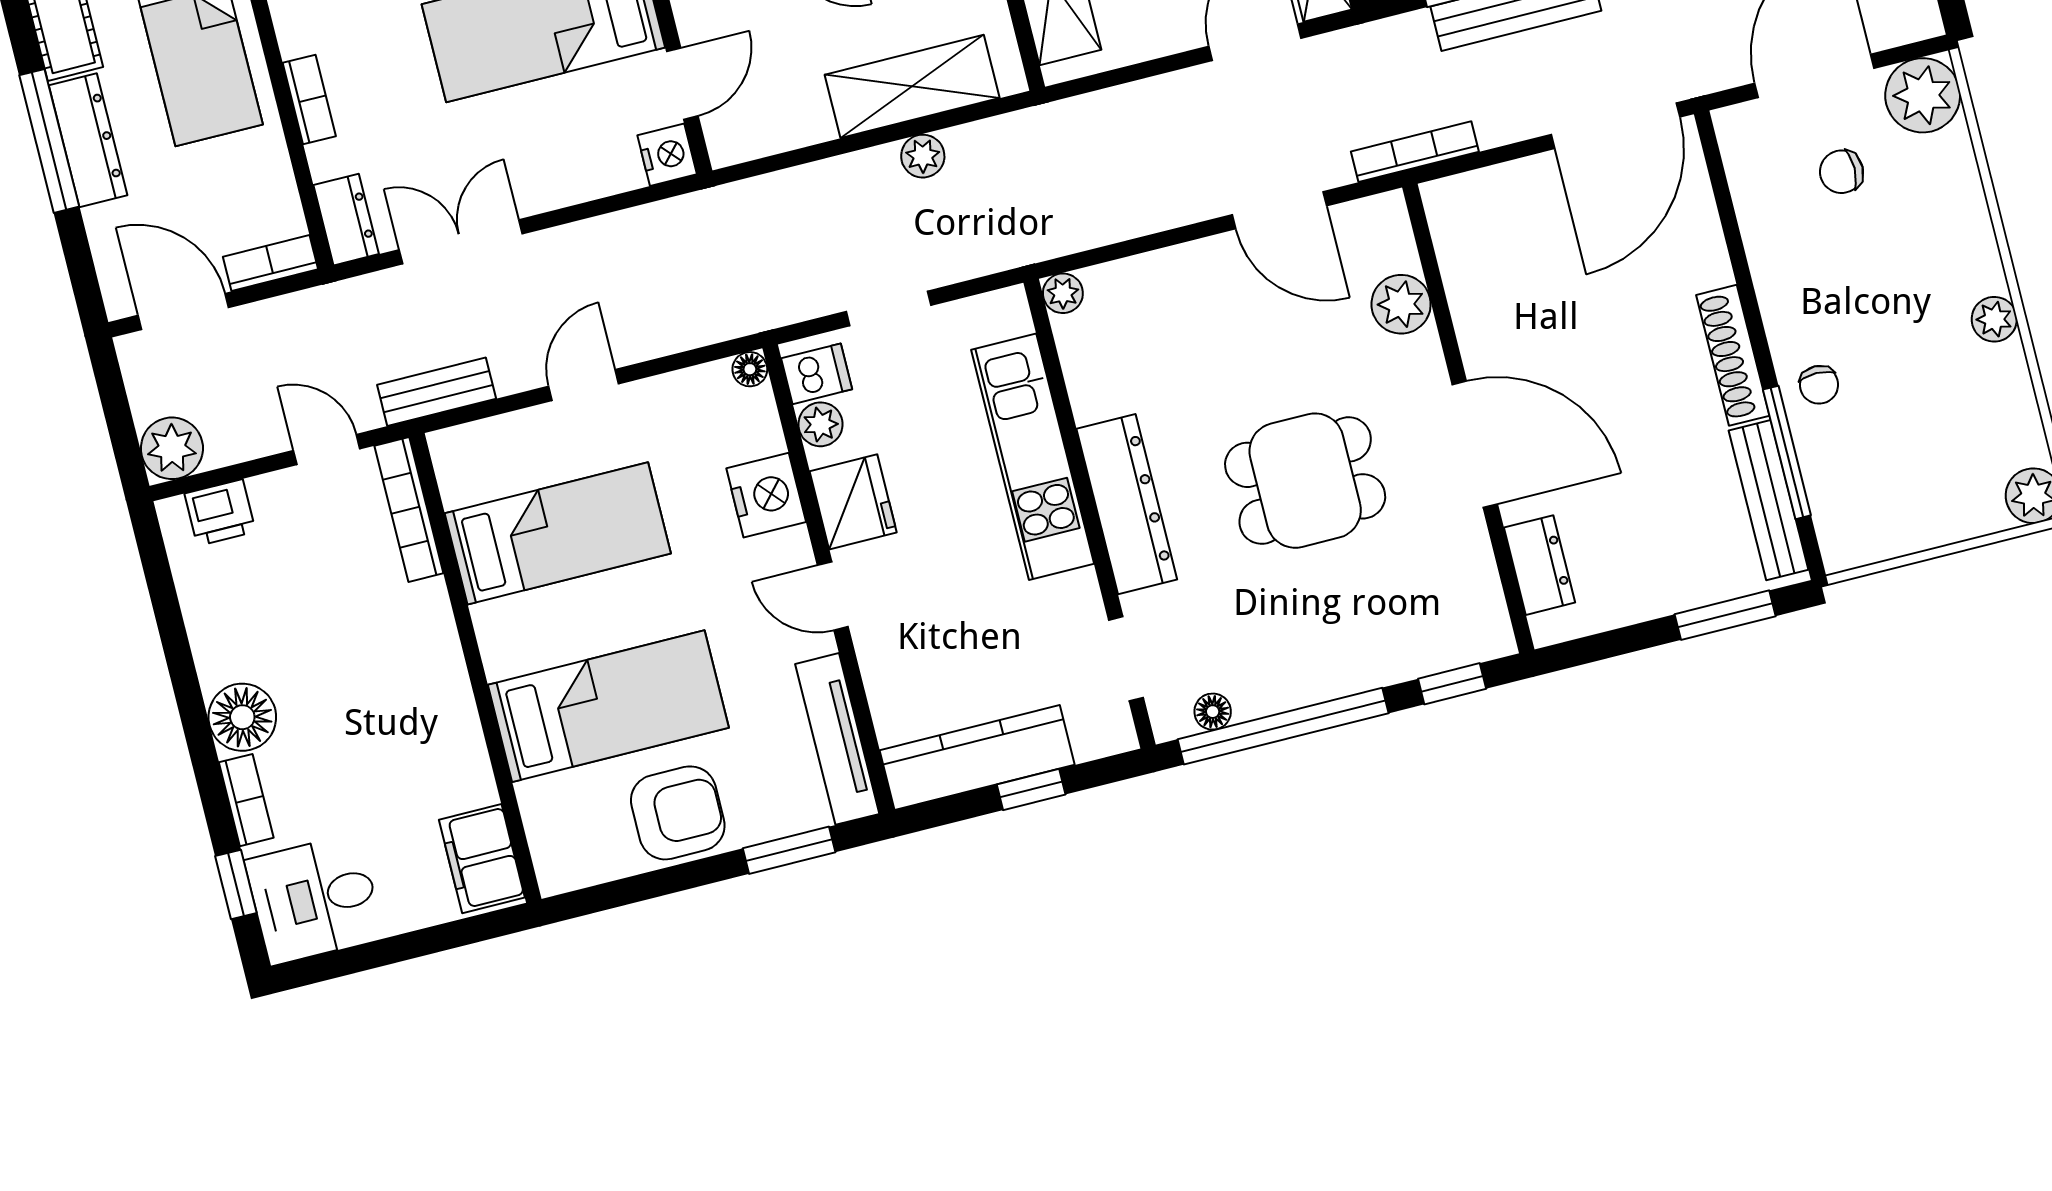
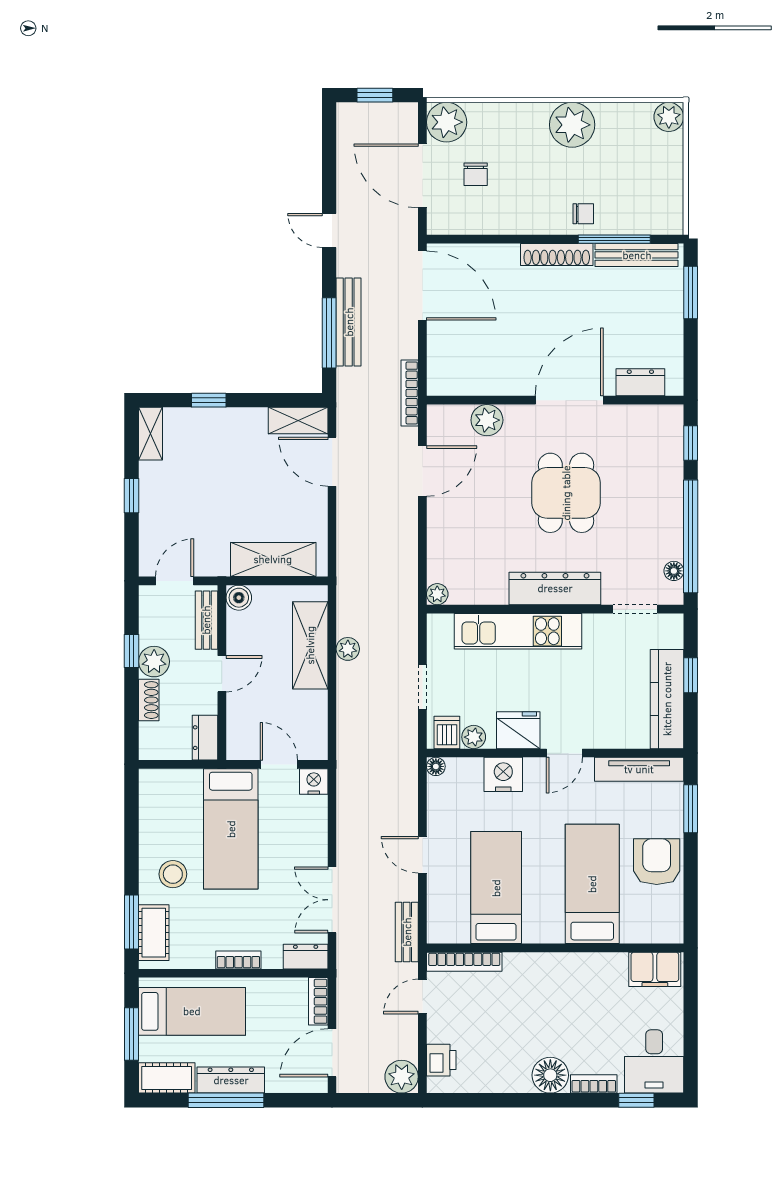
plant: (1994, 319) -> (572, 125), width x1.87, depth x1.87

